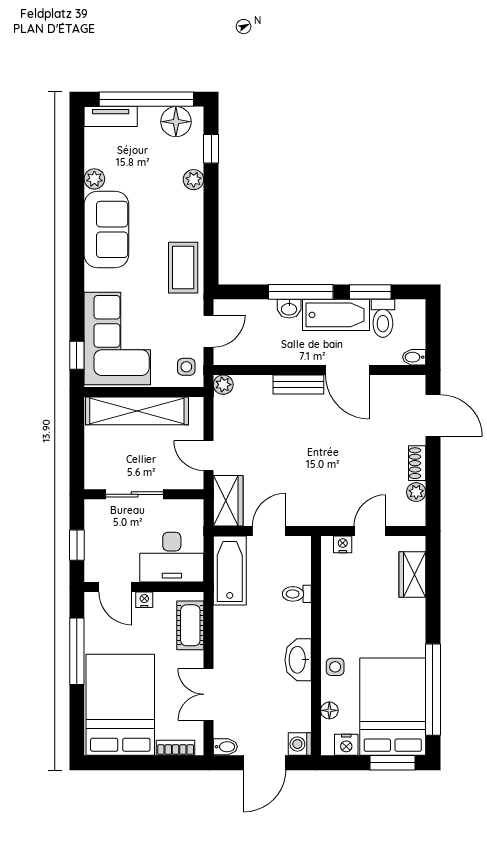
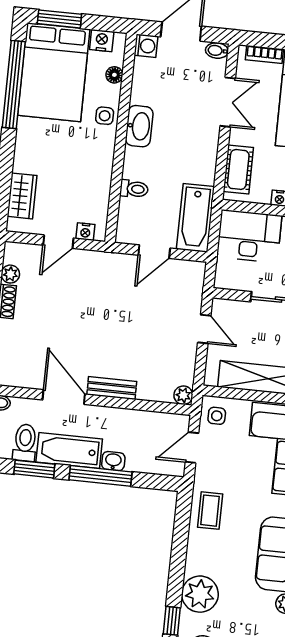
plant: (194, 180) -> (200, 594), width x1.87, depth x1.87
coffee table: (183, 268) -> (210, 511), width x0.73, depth x0.77
wardrobe: (228, 501) -> (190, 284), removed

